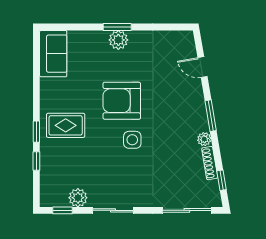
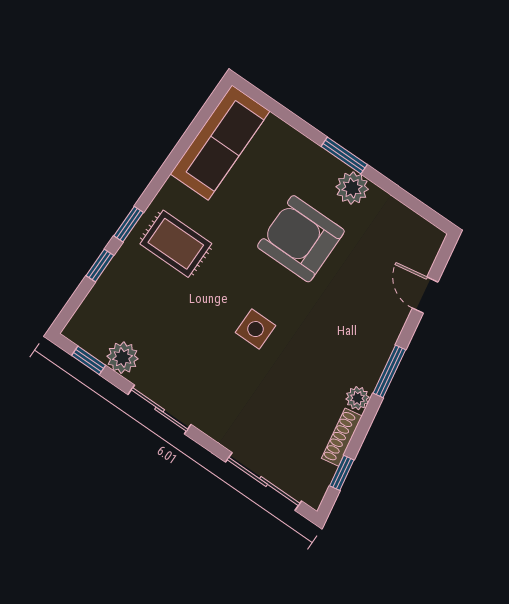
plant: (118, 40) -> (352, 188), moved
sofa: (53, 54) -> (220, 143), width x1.36
armchair: (122, 101) -> (301, 239), moved

